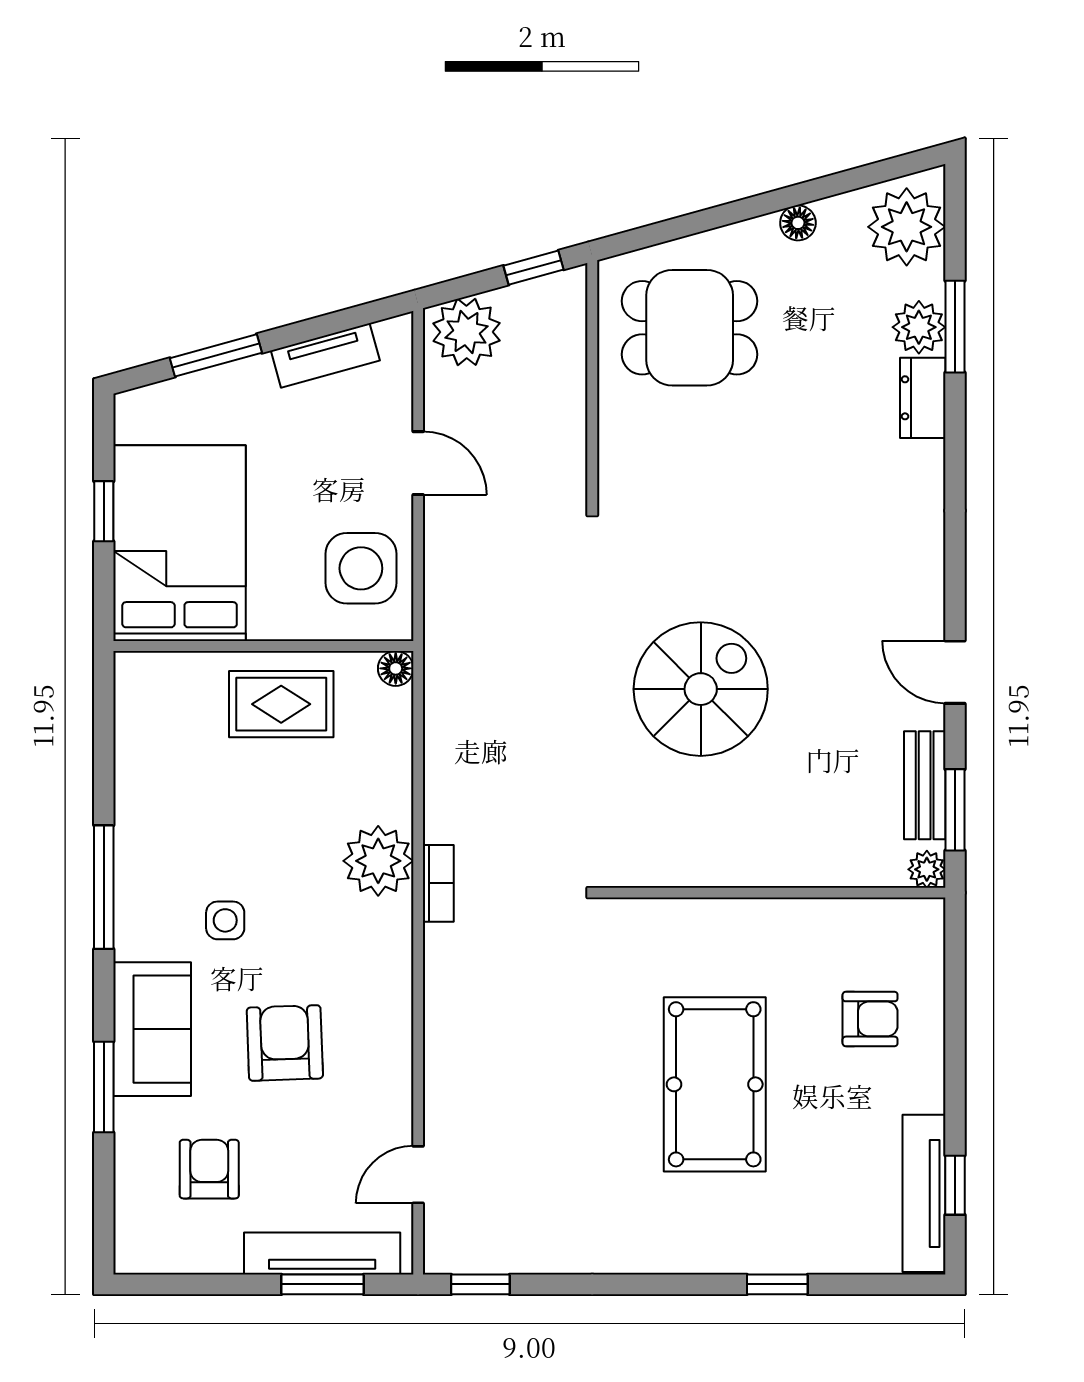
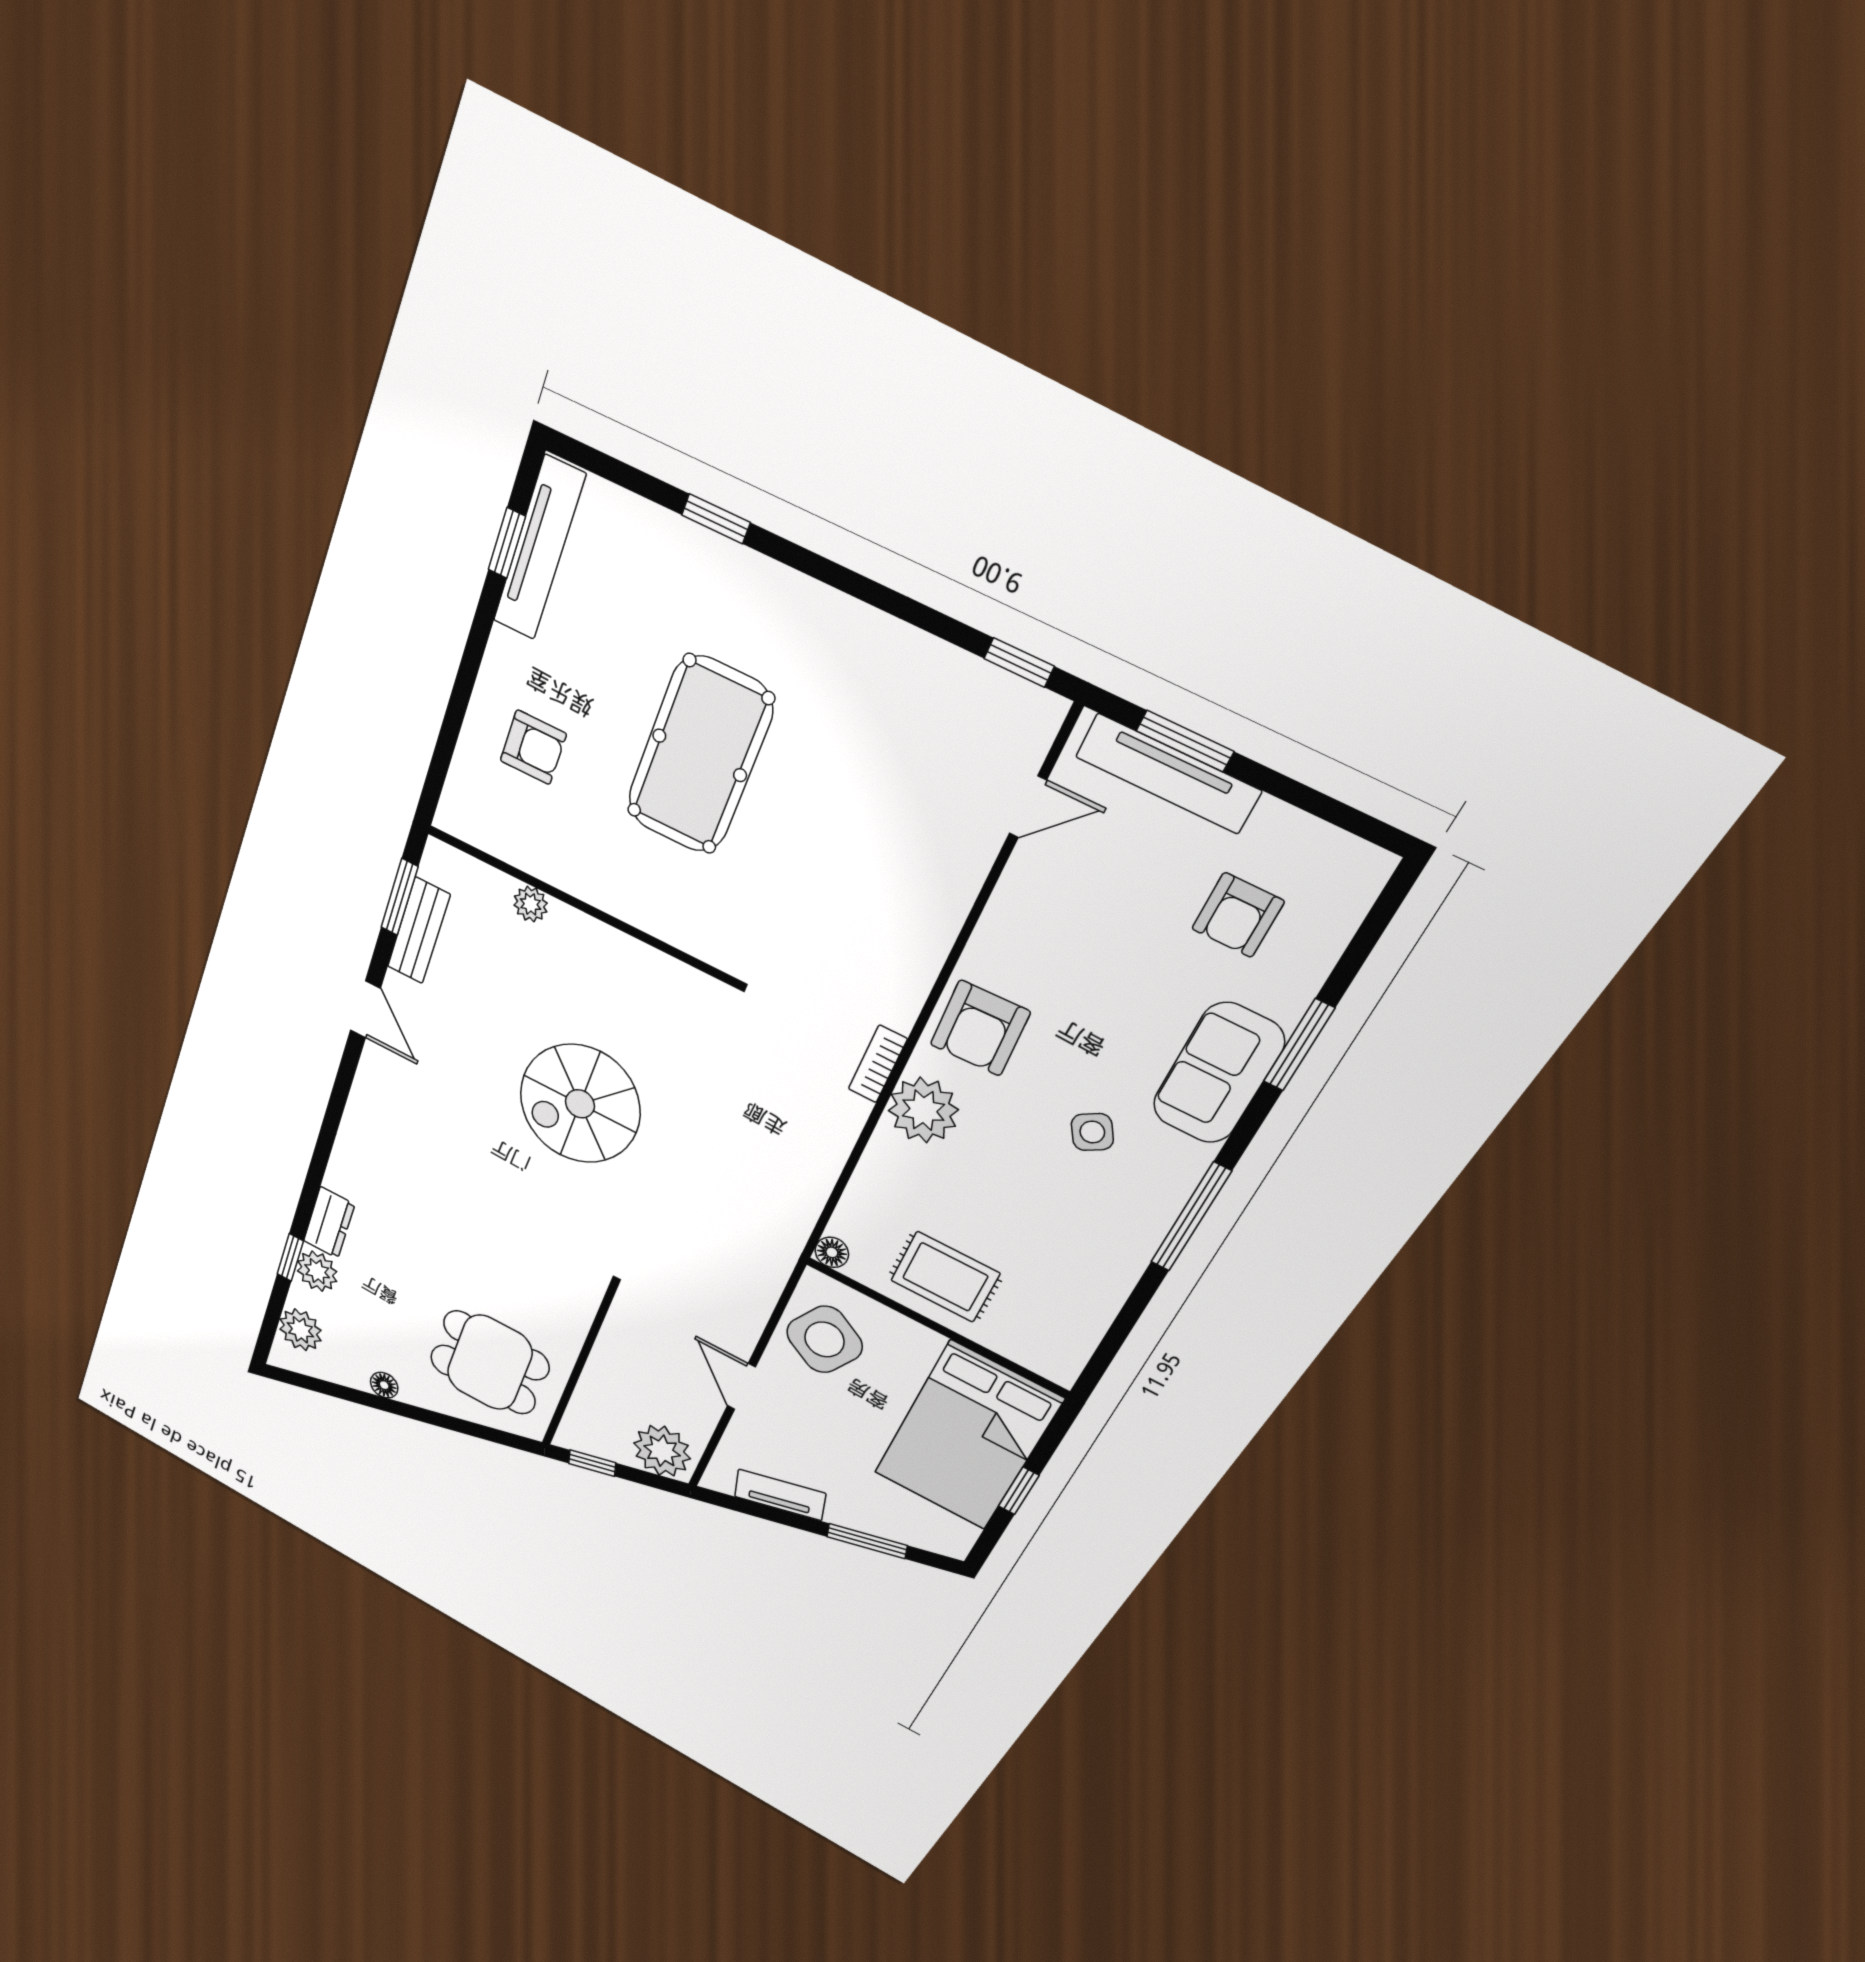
plant: (907, 227) -> (300, 1330), width x0.73, depth x0.73
window: (955, 327) -> (290, 1257), width x0.67
side table: (361, 568) -> (825, 1339), turned 30
plant: (927, 869) -> (531, 904), moved
side table: (225, 920) -> (1092, 1132), turned -32
armchair: (870, 1019) -> (533, 747), turned 180
armchair: (285, 1043) -> (980, 1028), moved

